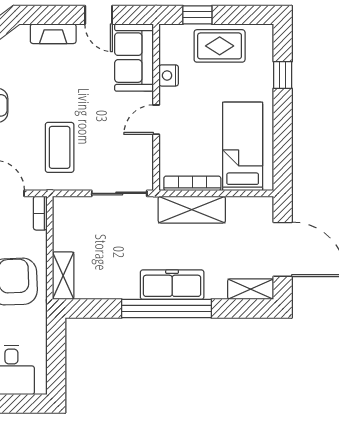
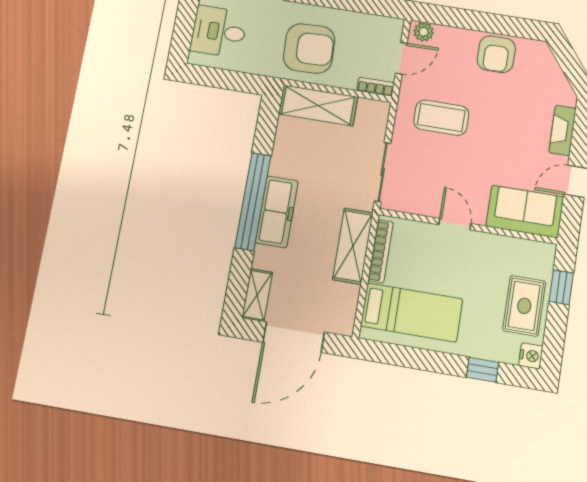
nightstand: (169, 75) -> (531, 356), moved, turned 90
shelving: (63, 276) -> (318, 105), width x1.50, depth x1.33

